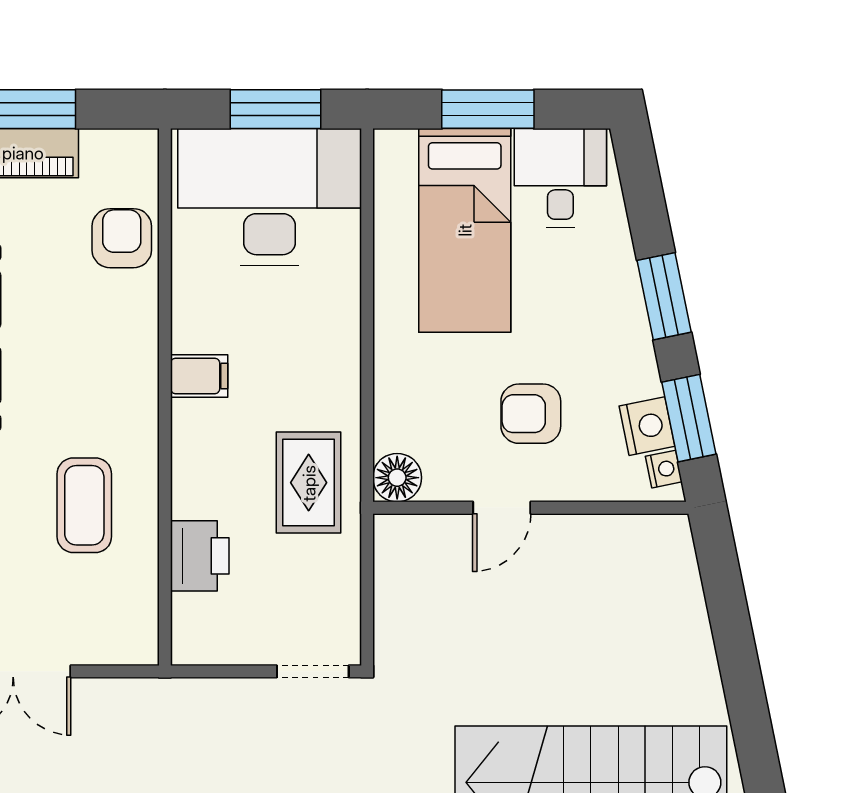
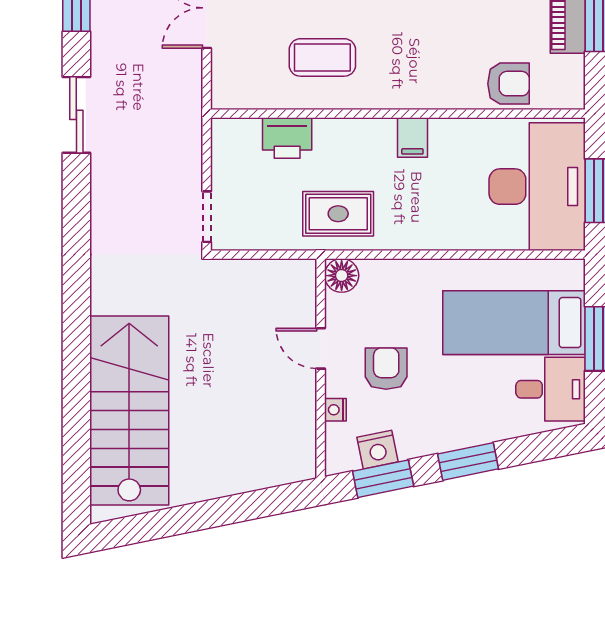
nightstand: (664, 469) -> (335, 410), moved, turned 101

